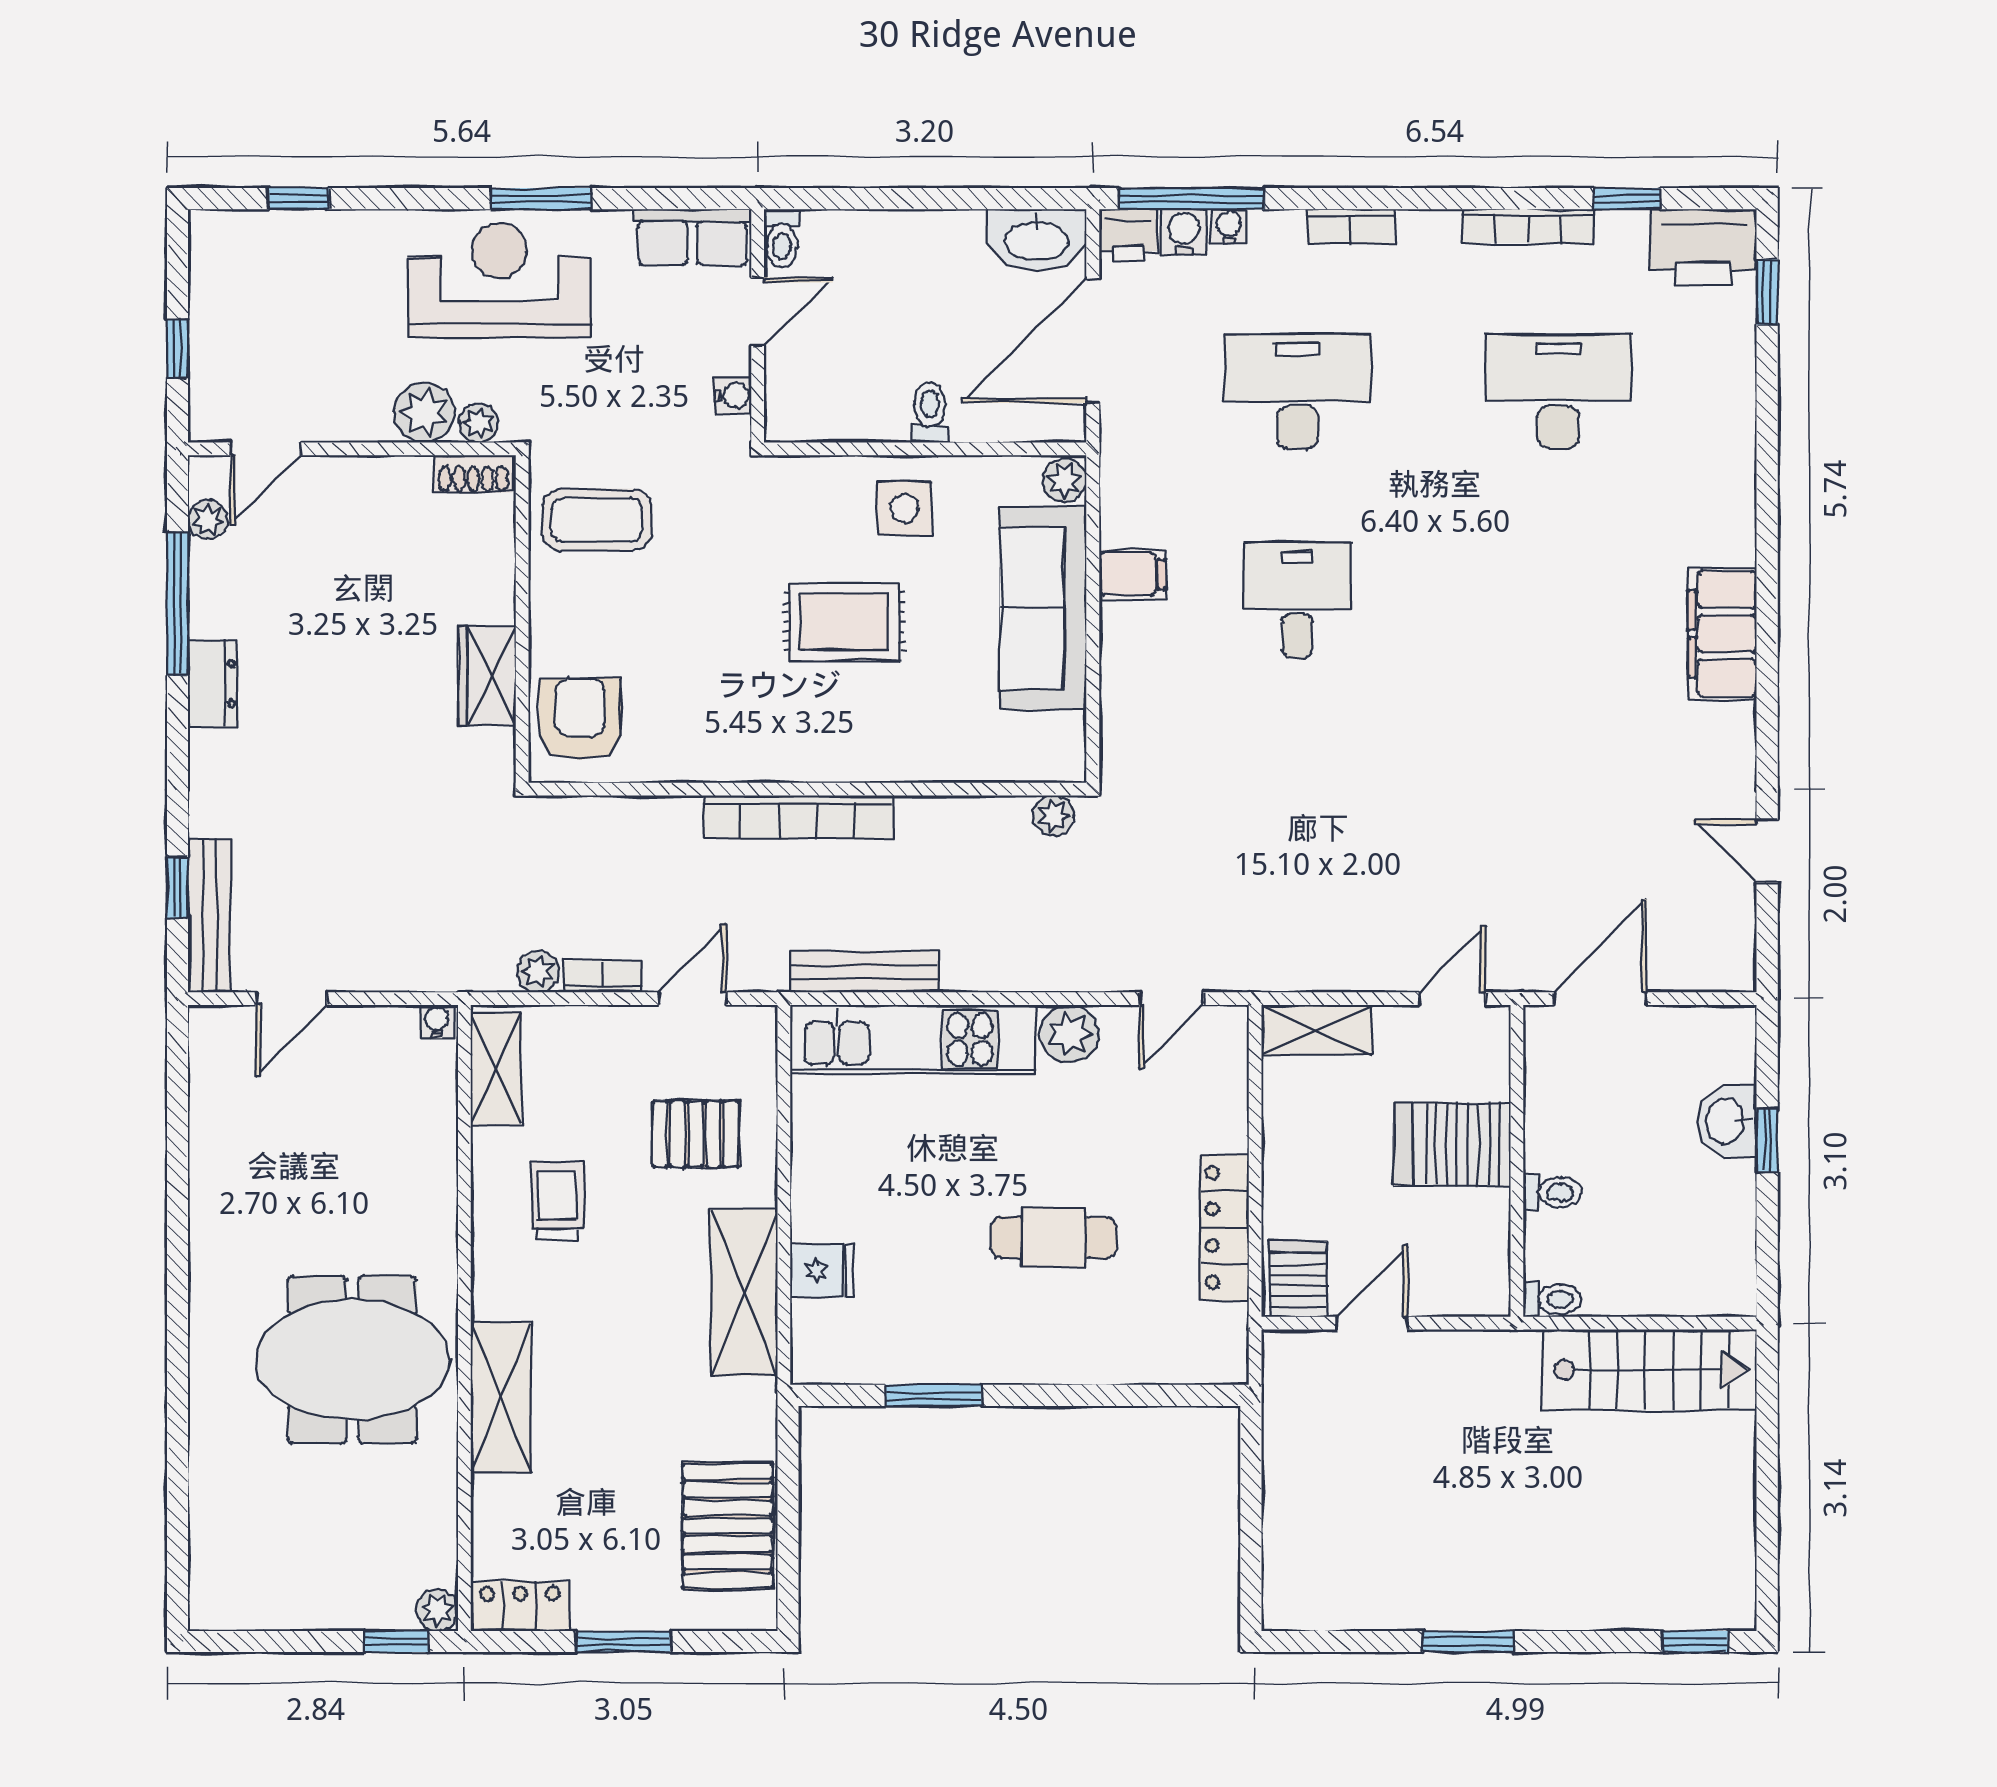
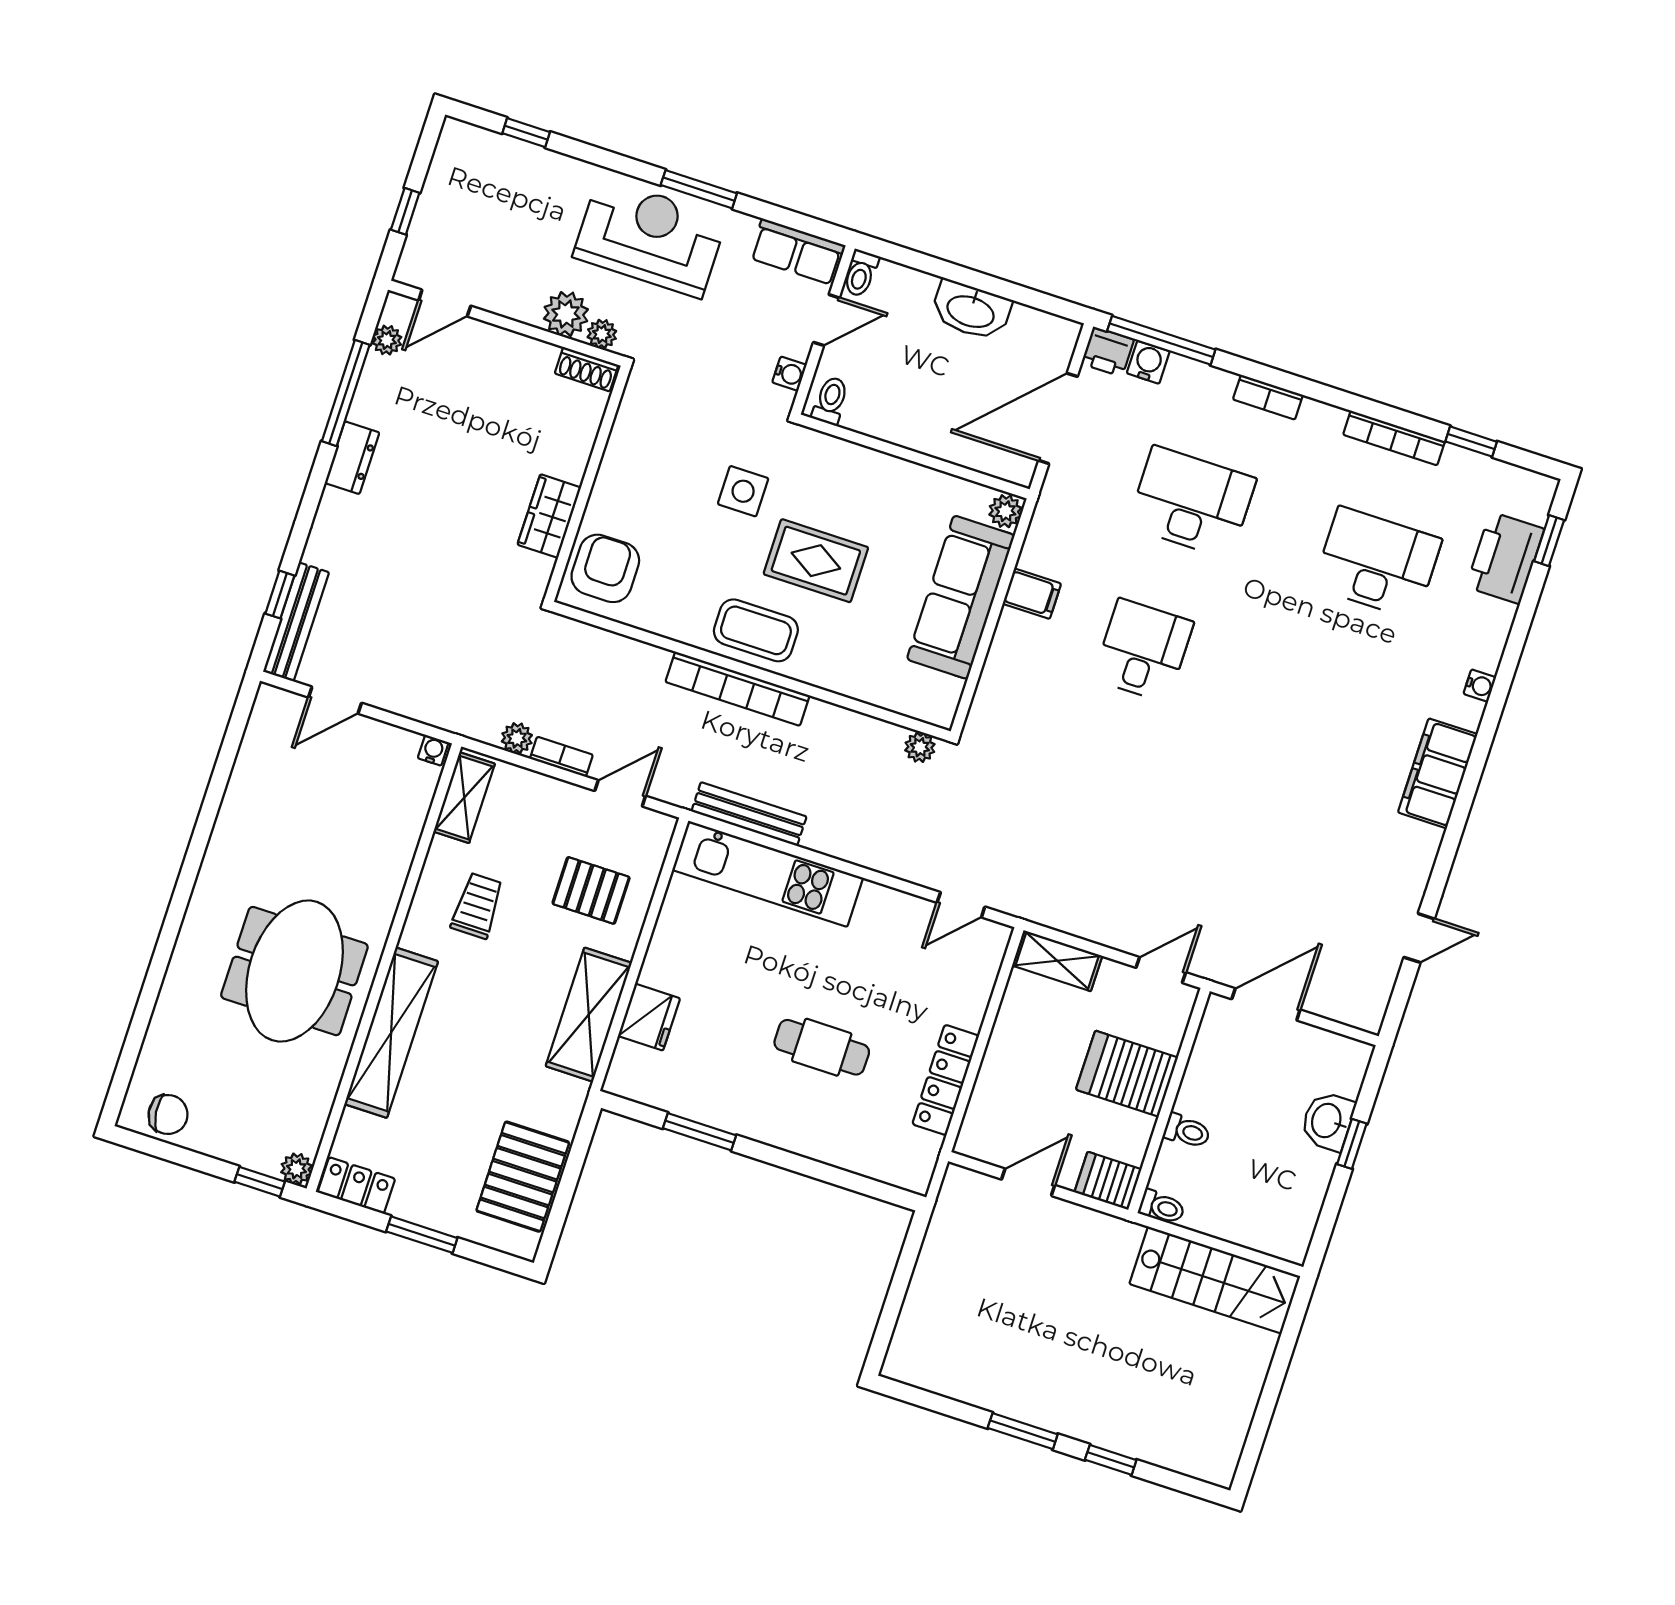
water cooler: (1229, 226) -> (1480, 686), moved, turned 90
washbasin: (1037, 240) -> (971, 310), moved
printer: (1703, 247) -> (1505, 558), moved, turned 90
toilet: (930, 412) -> (830, 401), moved
side table: (904, 508) -> (743, 491), moved
coffee table: (597, 520) -> (756, 630), moved
door: (1767, 851) -> (1419, 938), swing flipped
plant: (1069, 1034) -> (880, 906), removed
fridge: (822, 1271) -> (649, 1017), width x1.38
server rack: (1298, 1279) -> (1108, 1181), moved, turned -90
meeting table: (352, 1360) -> (294, 971), turned 90
shelving: (501, 1398) -> (391, 1033), width x1.47
chair: (251, 1594) -> (168, 1115), added
window: (1695, 1642) -> (1111, 1460), moved

